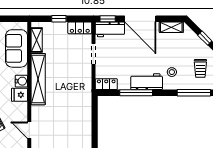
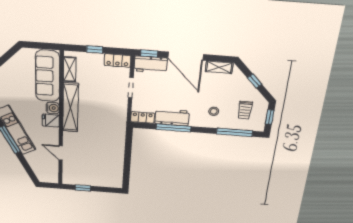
sofa: (16, 48) -> (48, 76), width x1.36
workbench: (147, 82) -> (172, 117), moved

